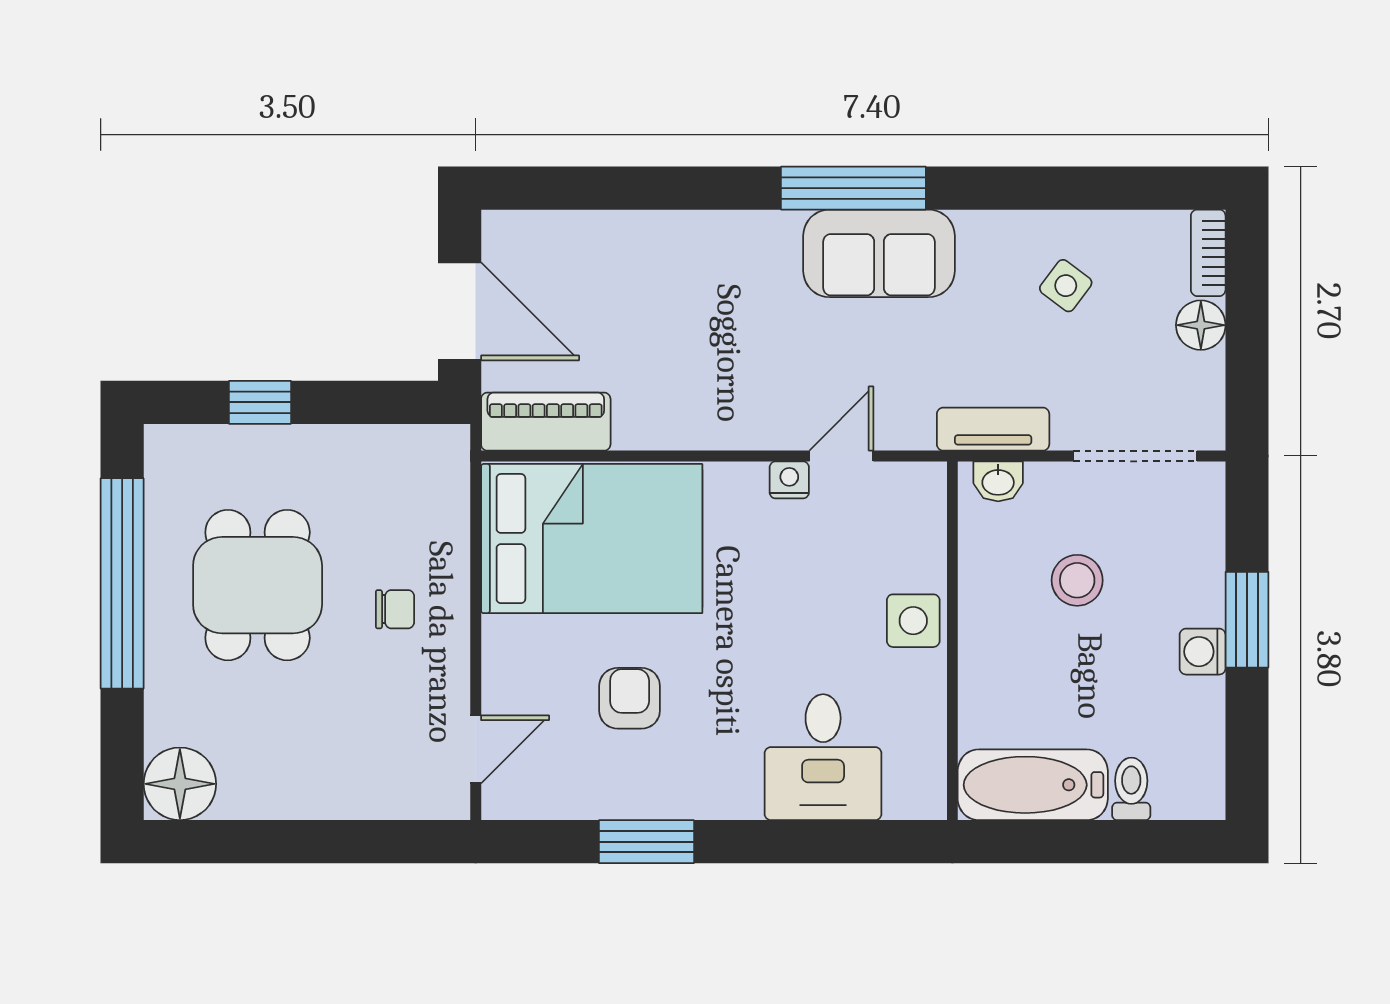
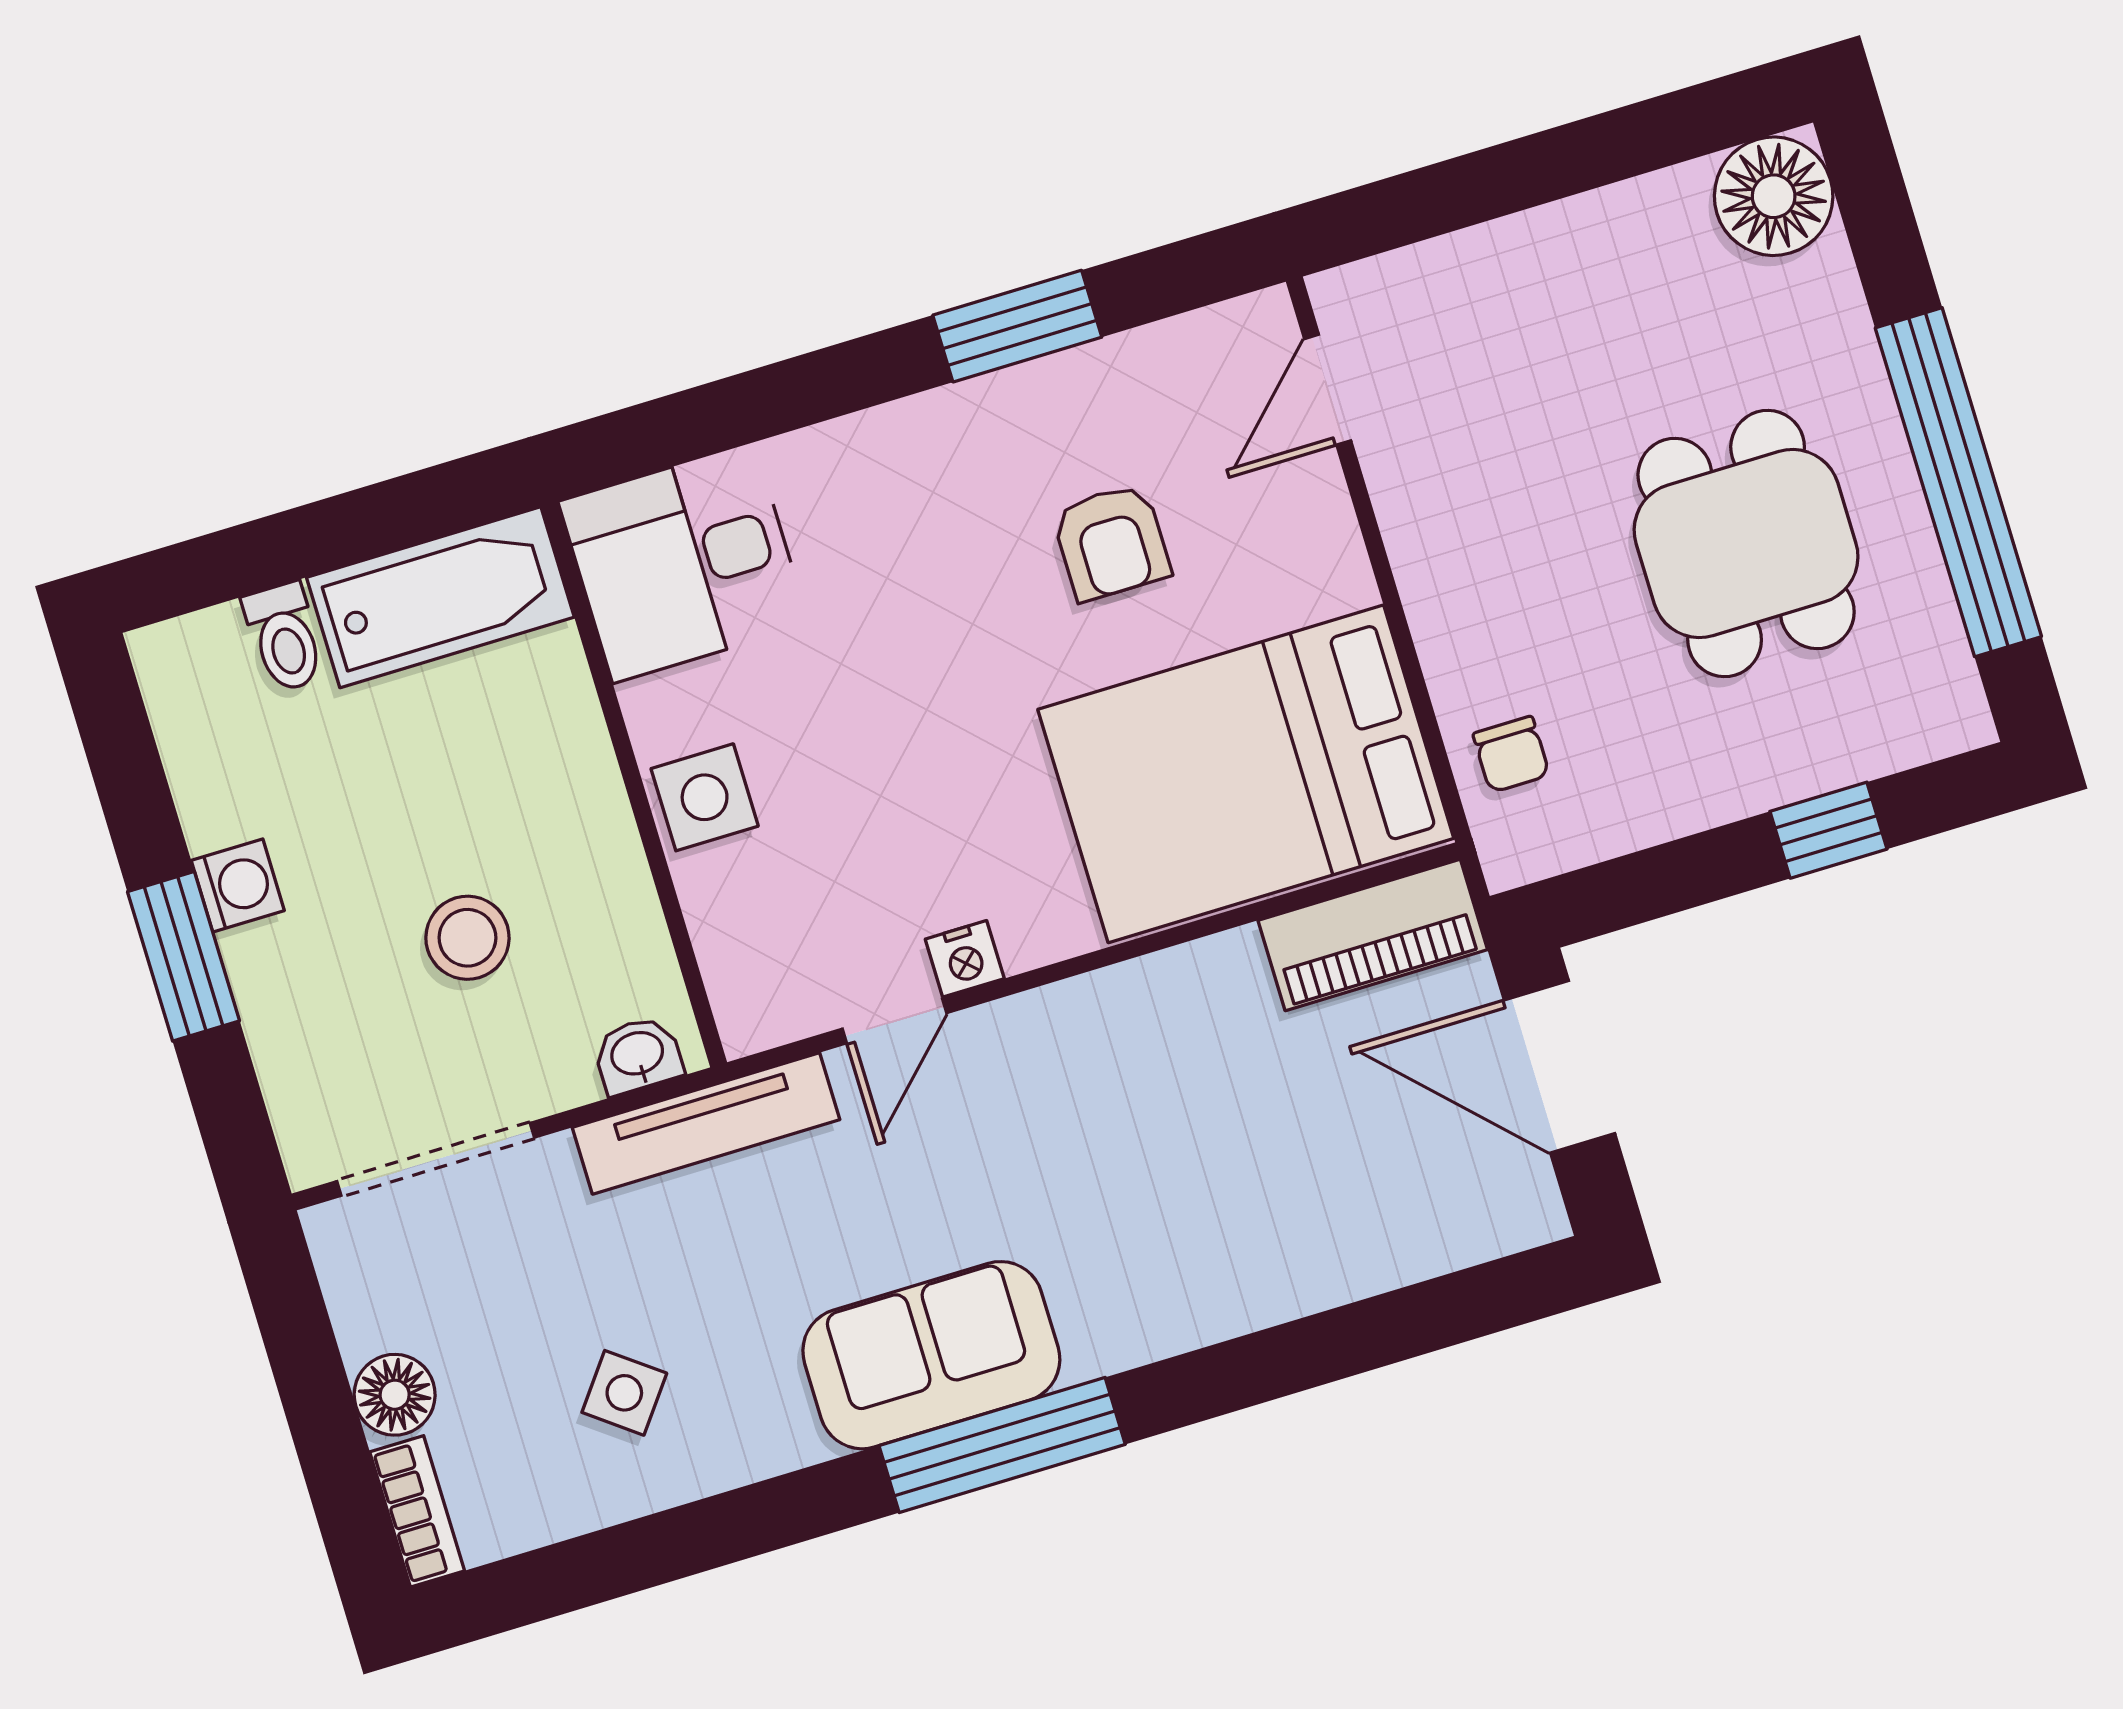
tv unit: (993, 429) -> (706, 1123), width x1.41
chair: (395, 609) -> (1511, 754), moved, turned -90
desk: (823, 757) -> (684, 563), moved, turned -90

